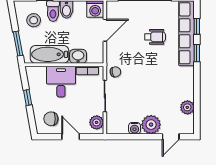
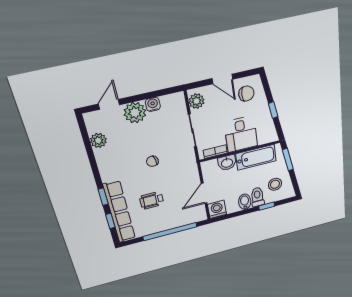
chair: (115, 72) -> (152, 161), moved

